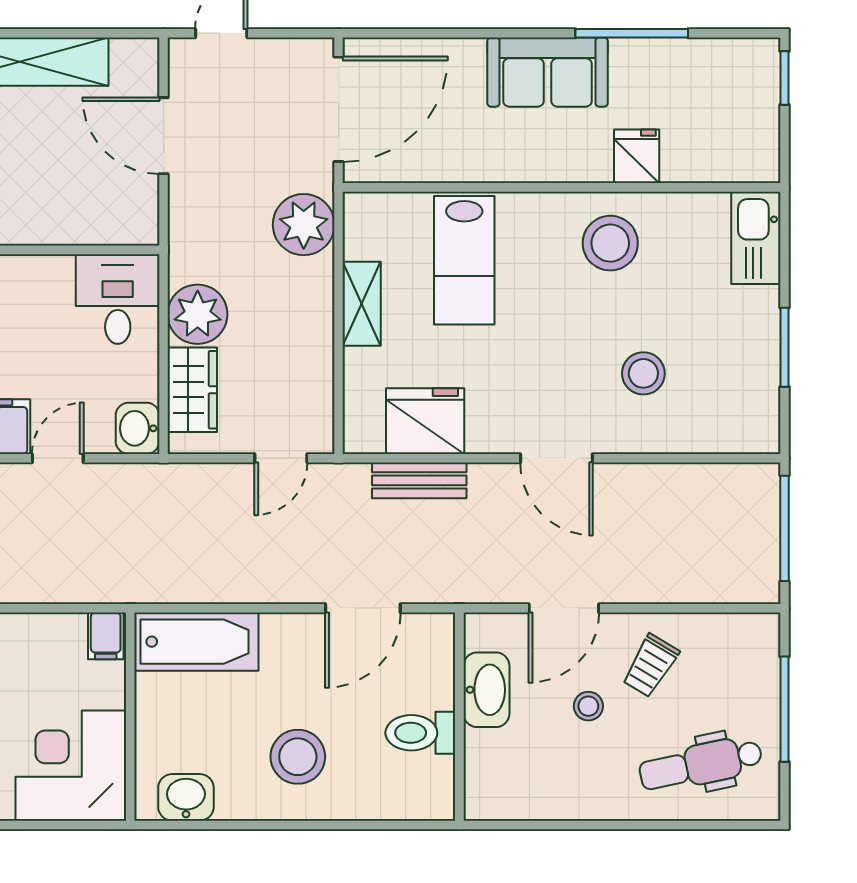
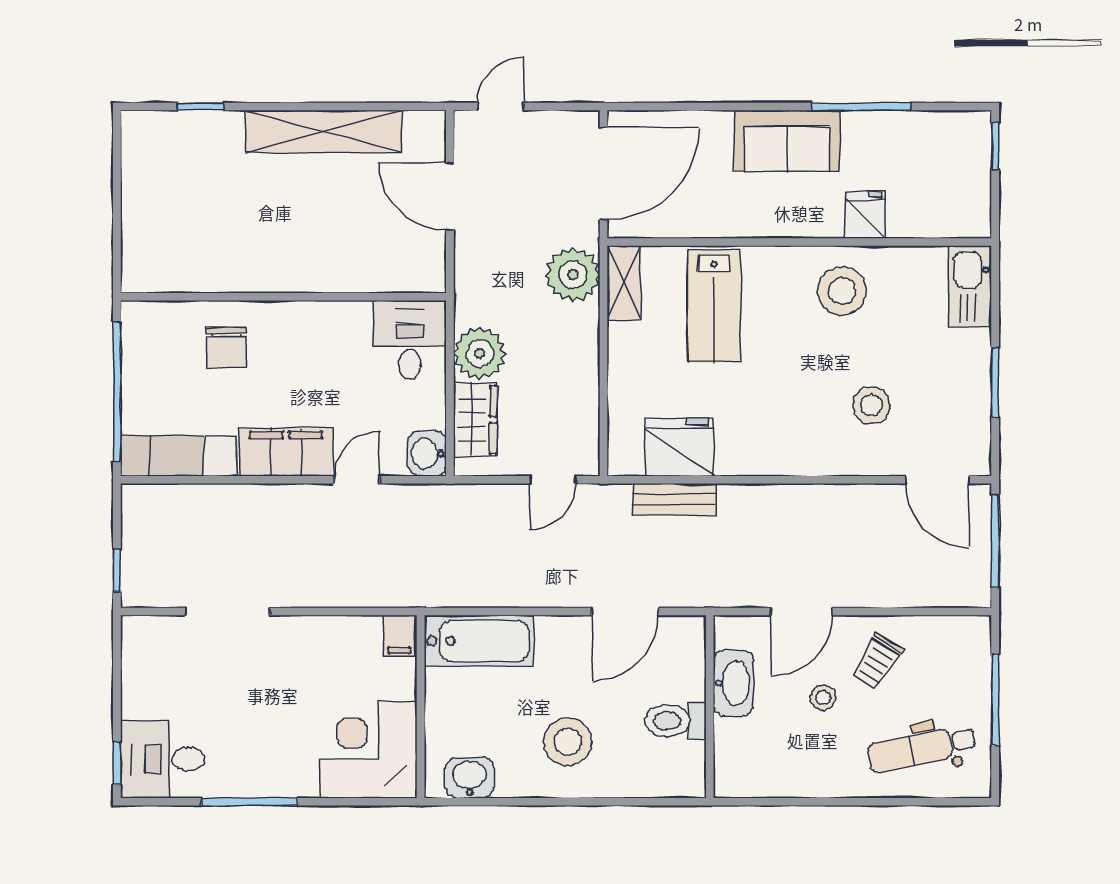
shelving: (362, 304) -> (624, 283), moved
door: (557, 458) -> (937, 480), moved

